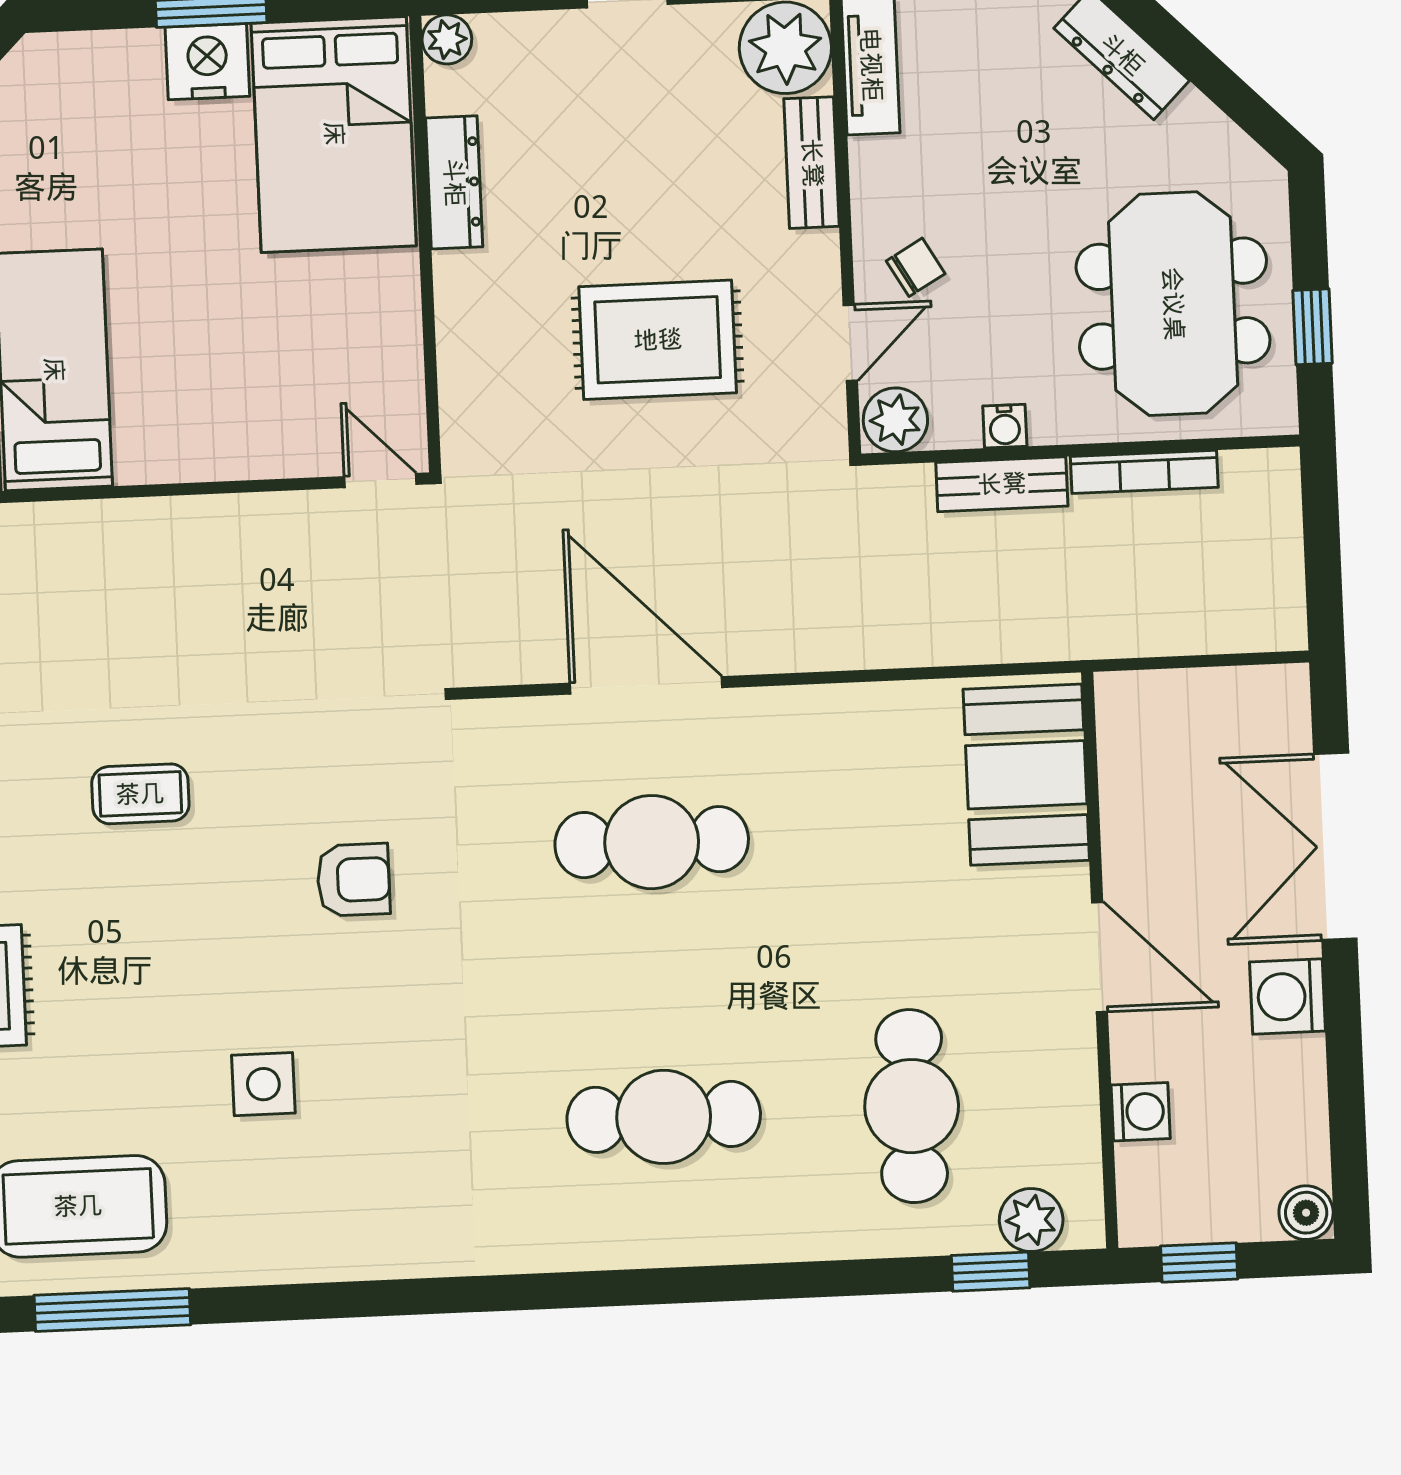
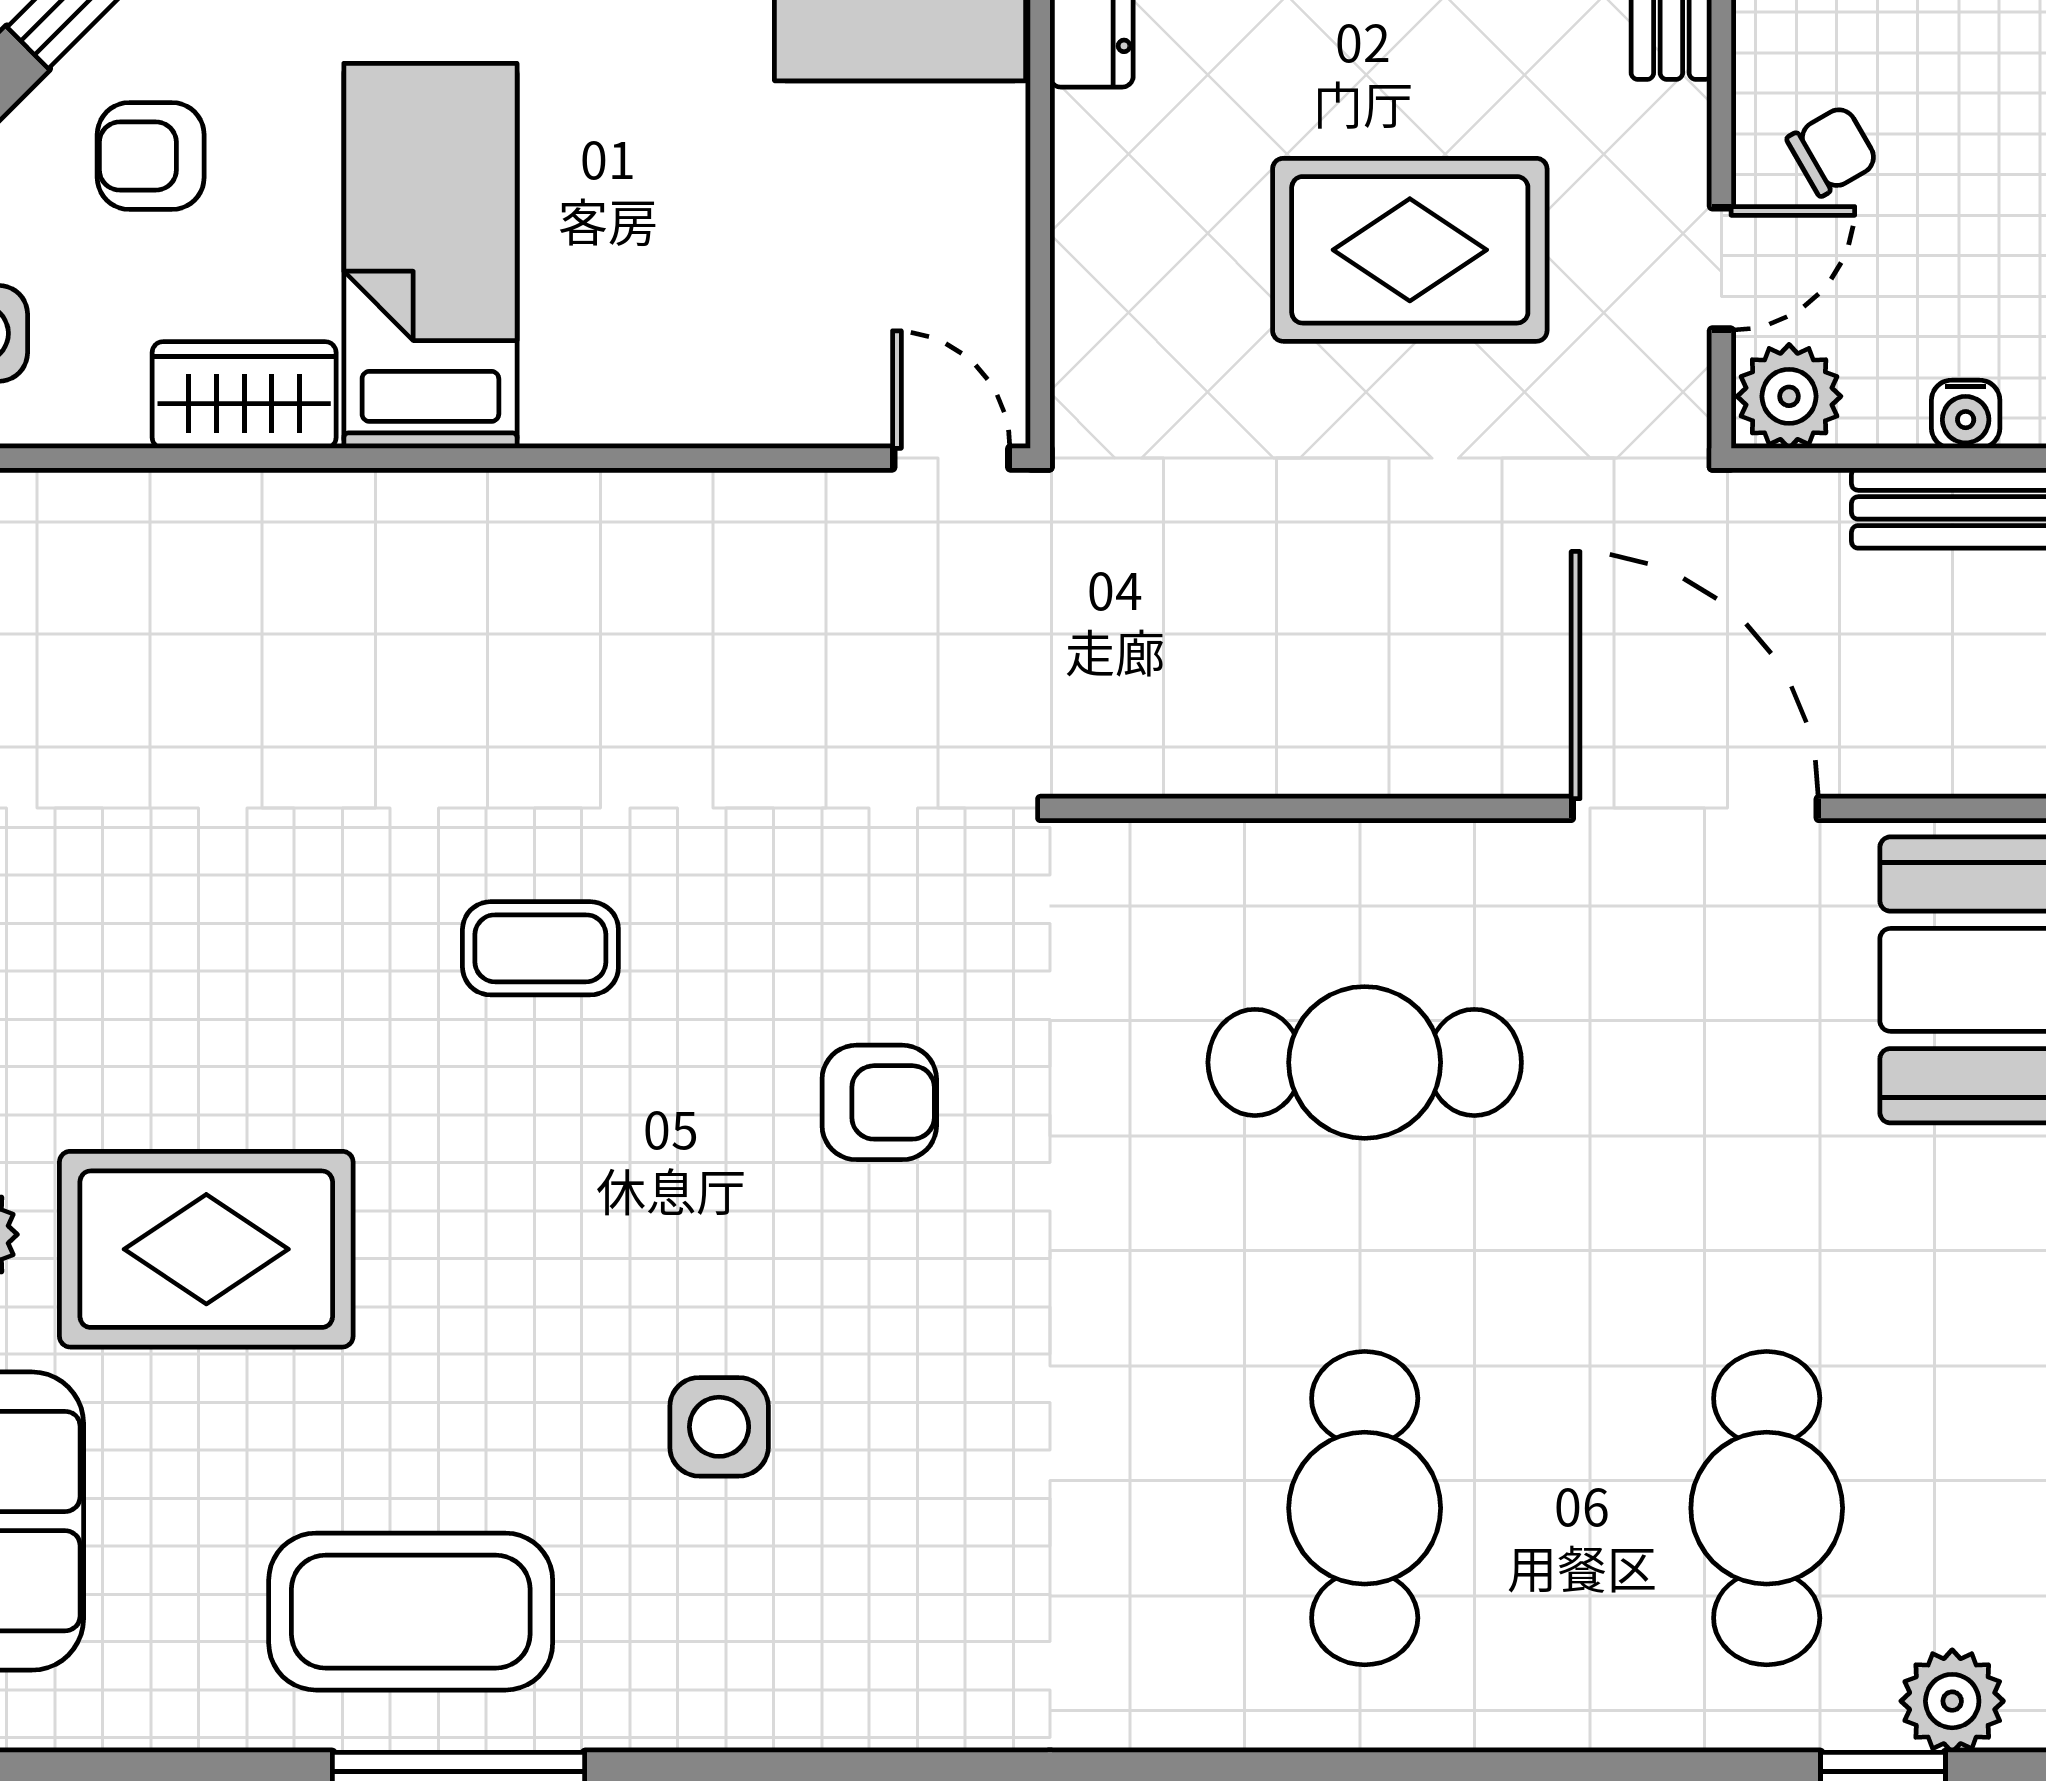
door: (646, 685) -> (1695, 808), moved
cafe table: (664, 1117) -> (1365, 1508), turned 90

